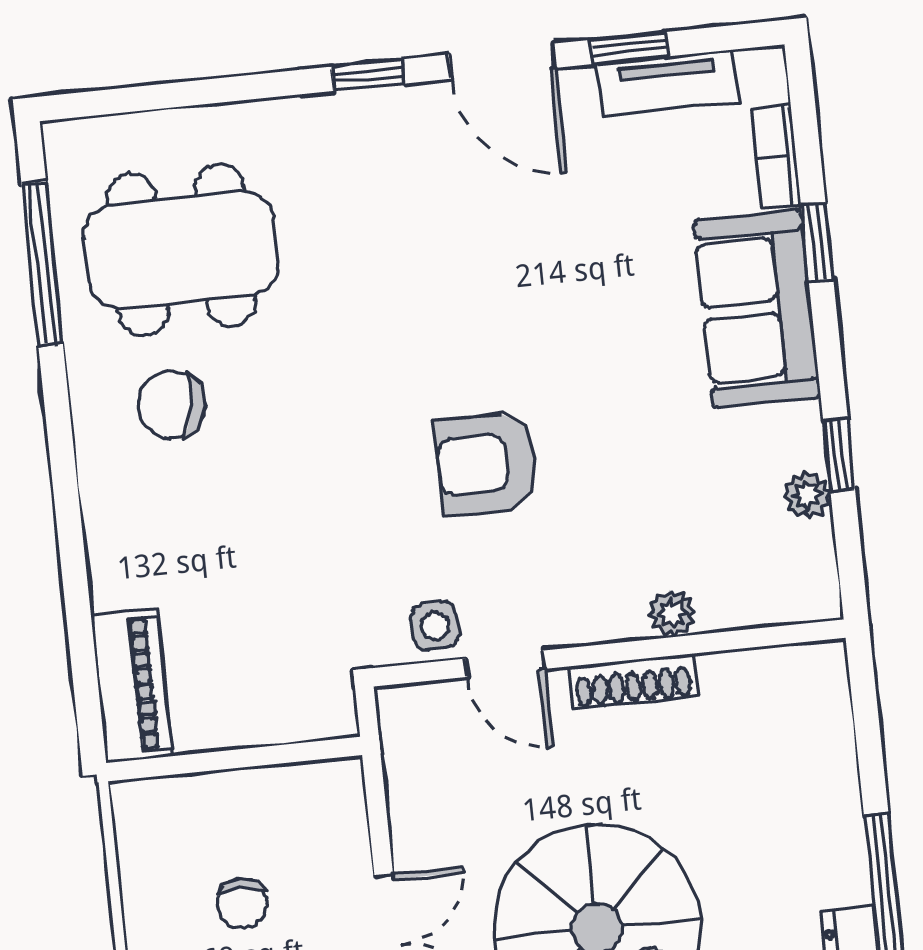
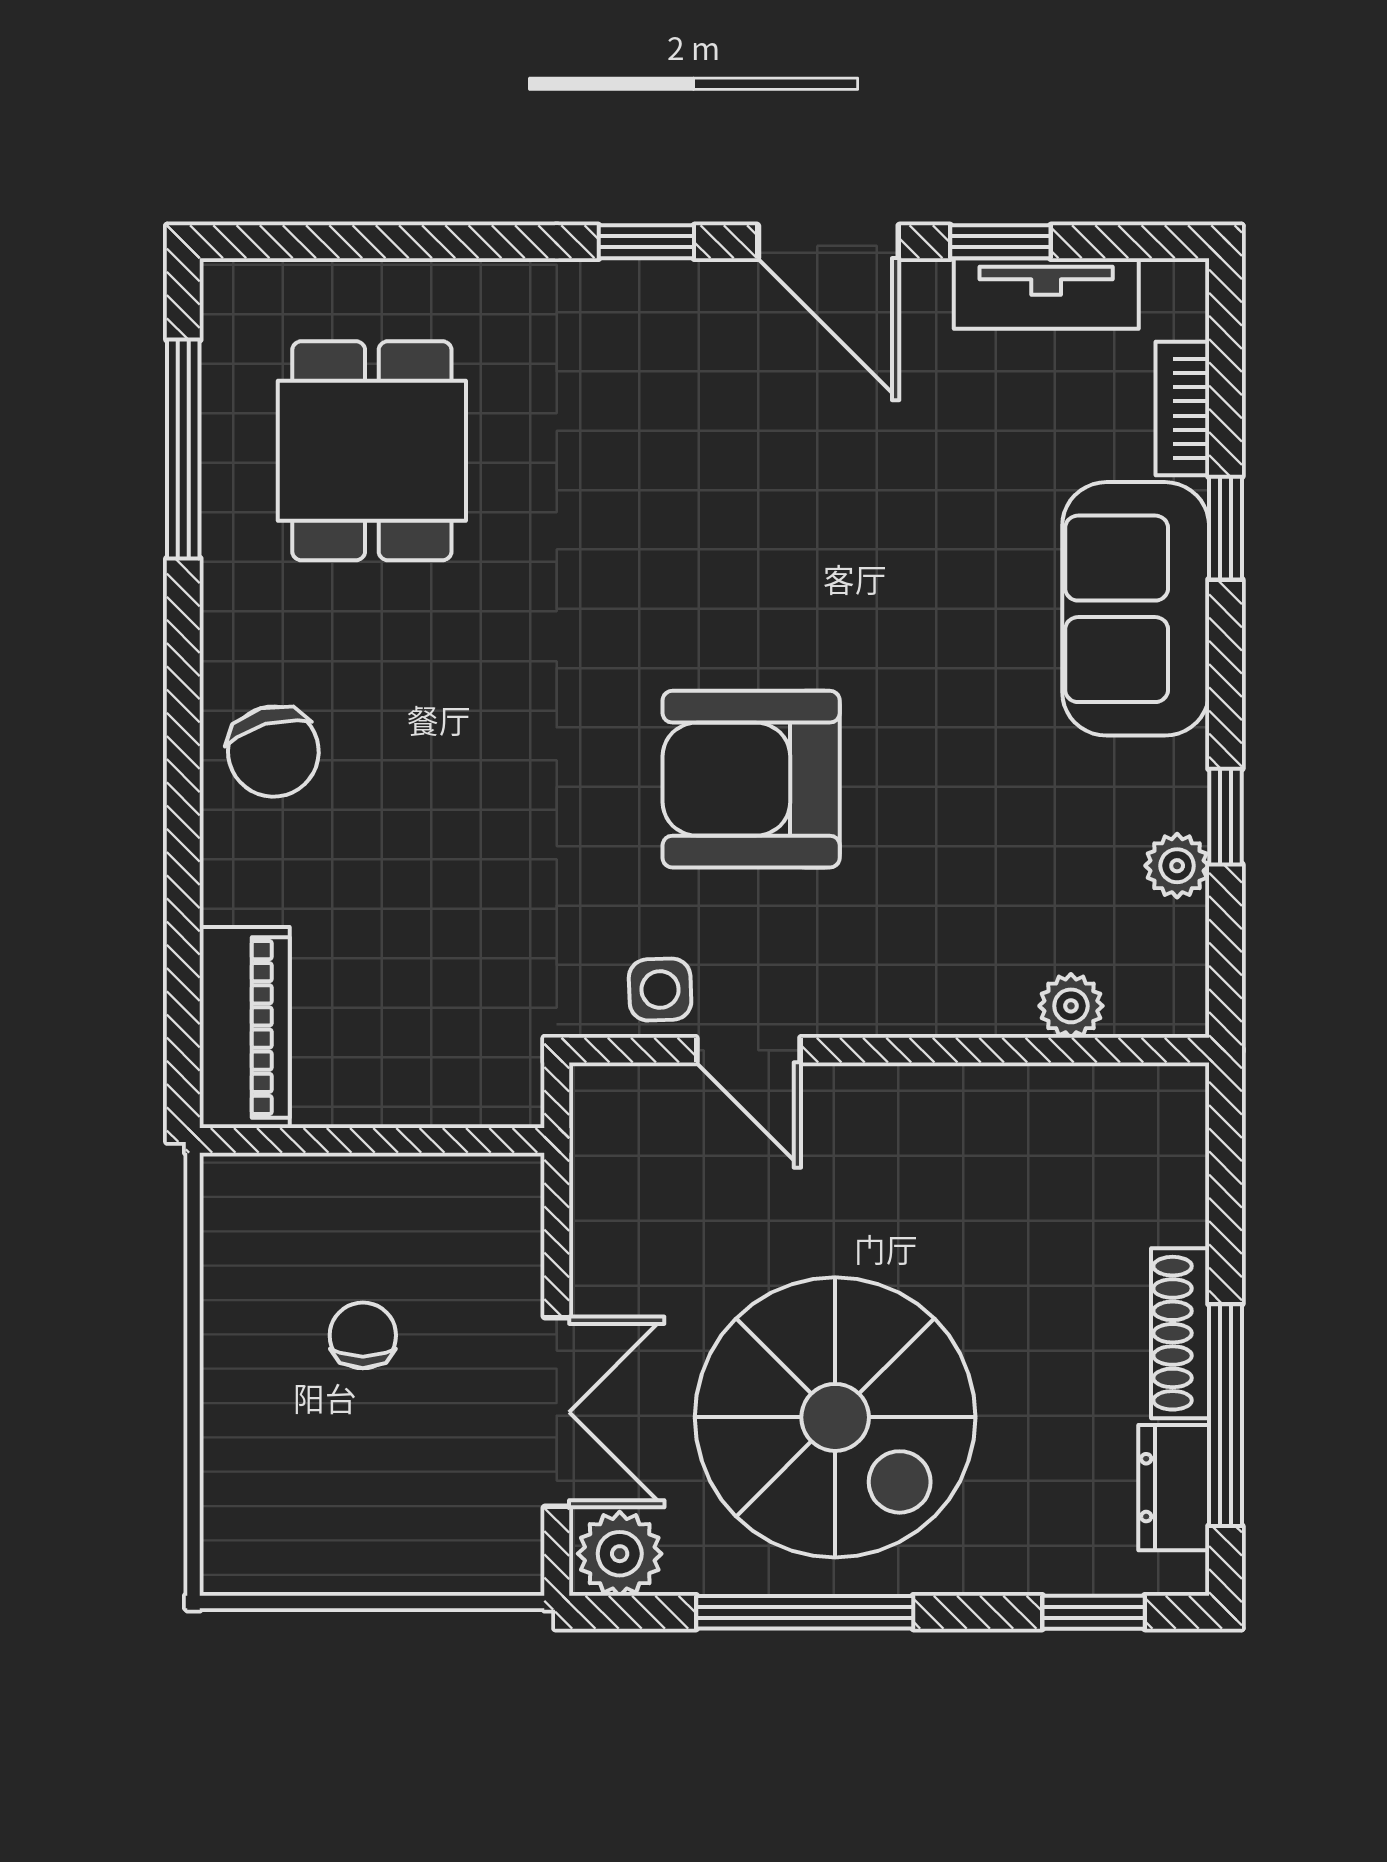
dining table: (181, 250) -> (372, 451), width x0.73
chair: (171, 405) -> (273, 752), moved, turned -115
armchair: (486, 464) -> (751, 779), width x1.36, depth x1.36
plant: (672, 613) -> (1071, 1006), moved
shoe rack: (633, 681) -> (1180, 1333), moved, turned 90
chair: (242, 904) -> (363, 1335), turned 180

